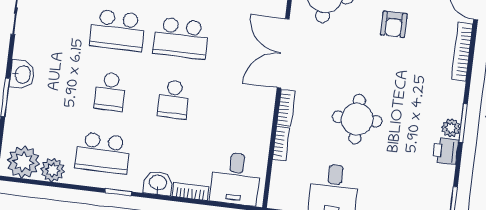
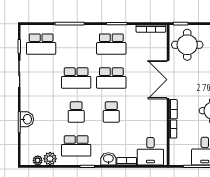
washbasin: (22, 74) -> (27, 119), moved
plant: (23, 162) -> (38, 160), width x0.53, depth x0.53

